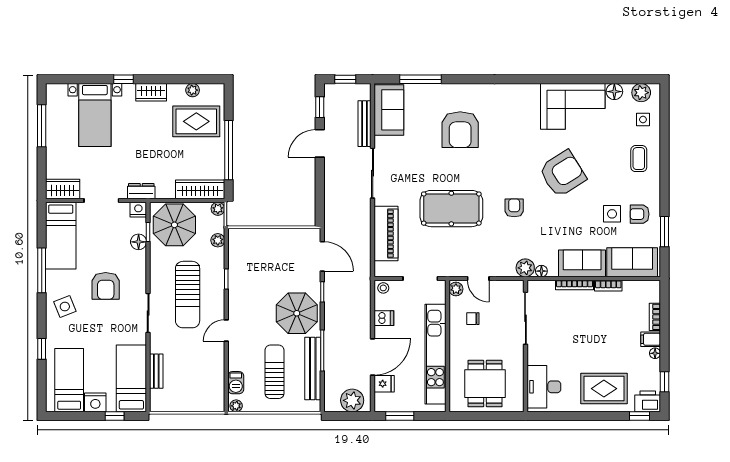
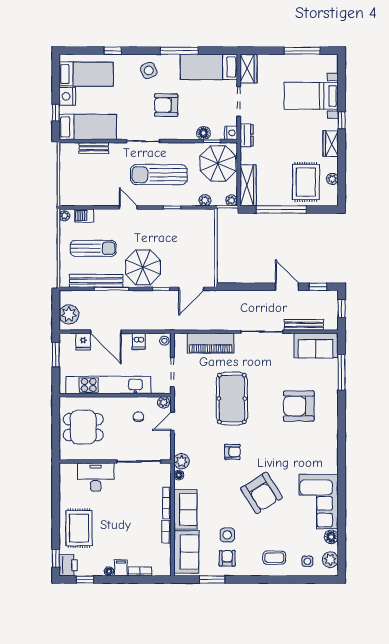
desk: (544, 387) -> (96, 477), moved

